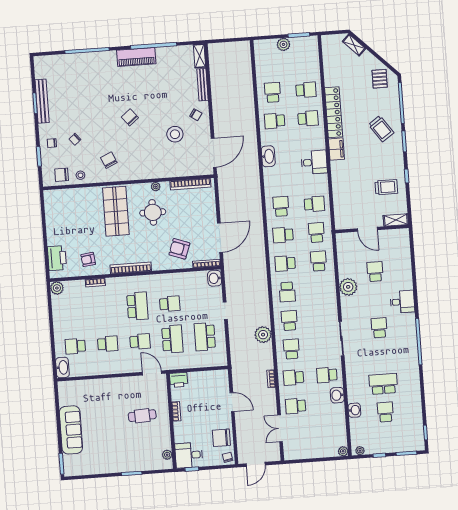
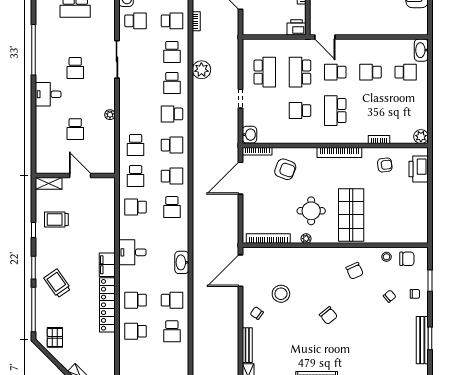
plant: (348, 287) -> (110, 115), width x0.53, depth x0.53
school desk: (287, 292) -> (172, 114), turned -90

